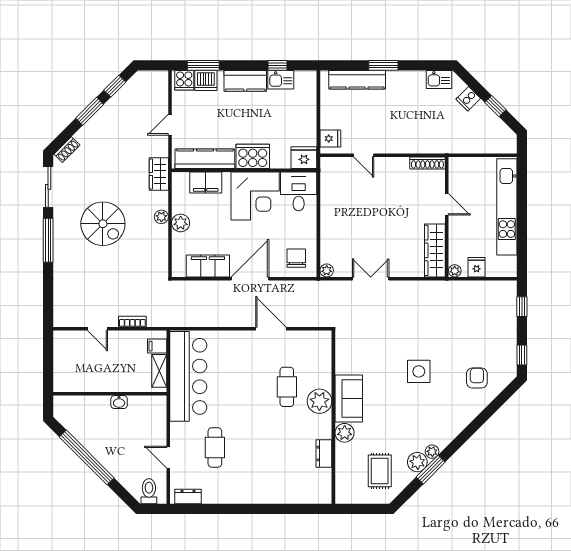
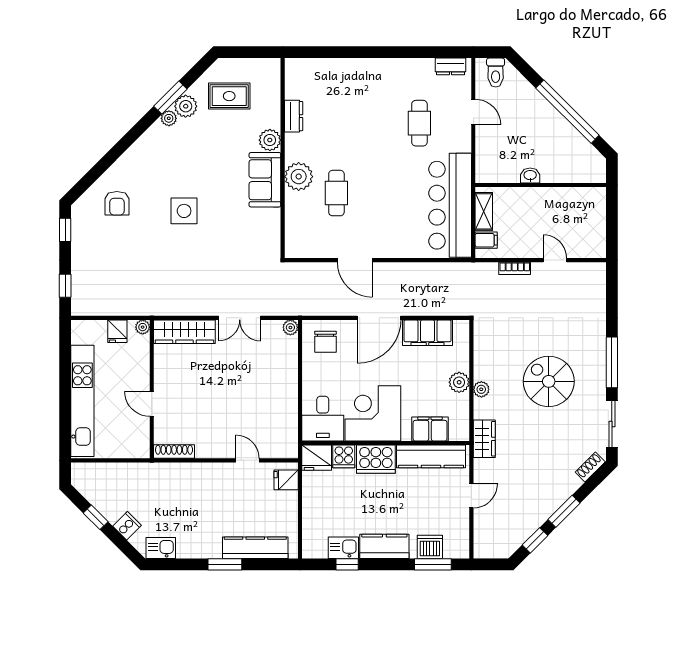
cooker: (184, 80) -> (344, 456), moved, turned 180
wardrobe: (435, 250) -> (184, 332), moved, turned 90
rug: (380, 471) -> (229, 96), turned 90

